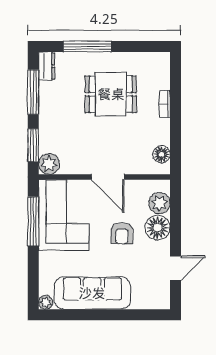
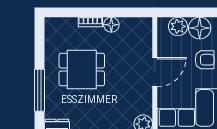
dining table: (111, 94) -> (82, 70), turned 90
floor lamp: (161, 154) -> (111, 25), moved

